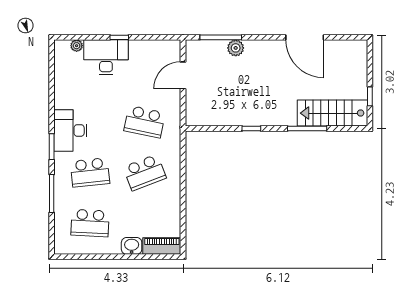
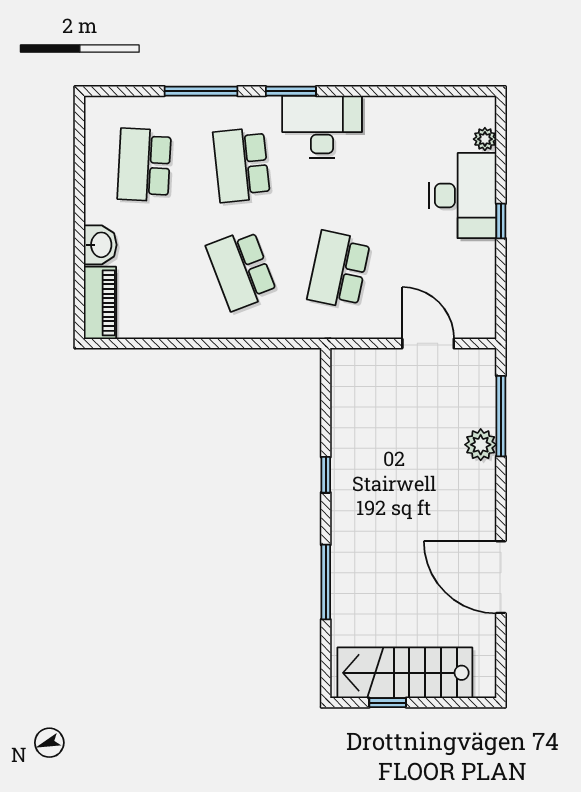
door: (305, 37) -> (501, 577), hinge flipped
stairs: (332, 113) -> (405, 673), moved, turned -90

